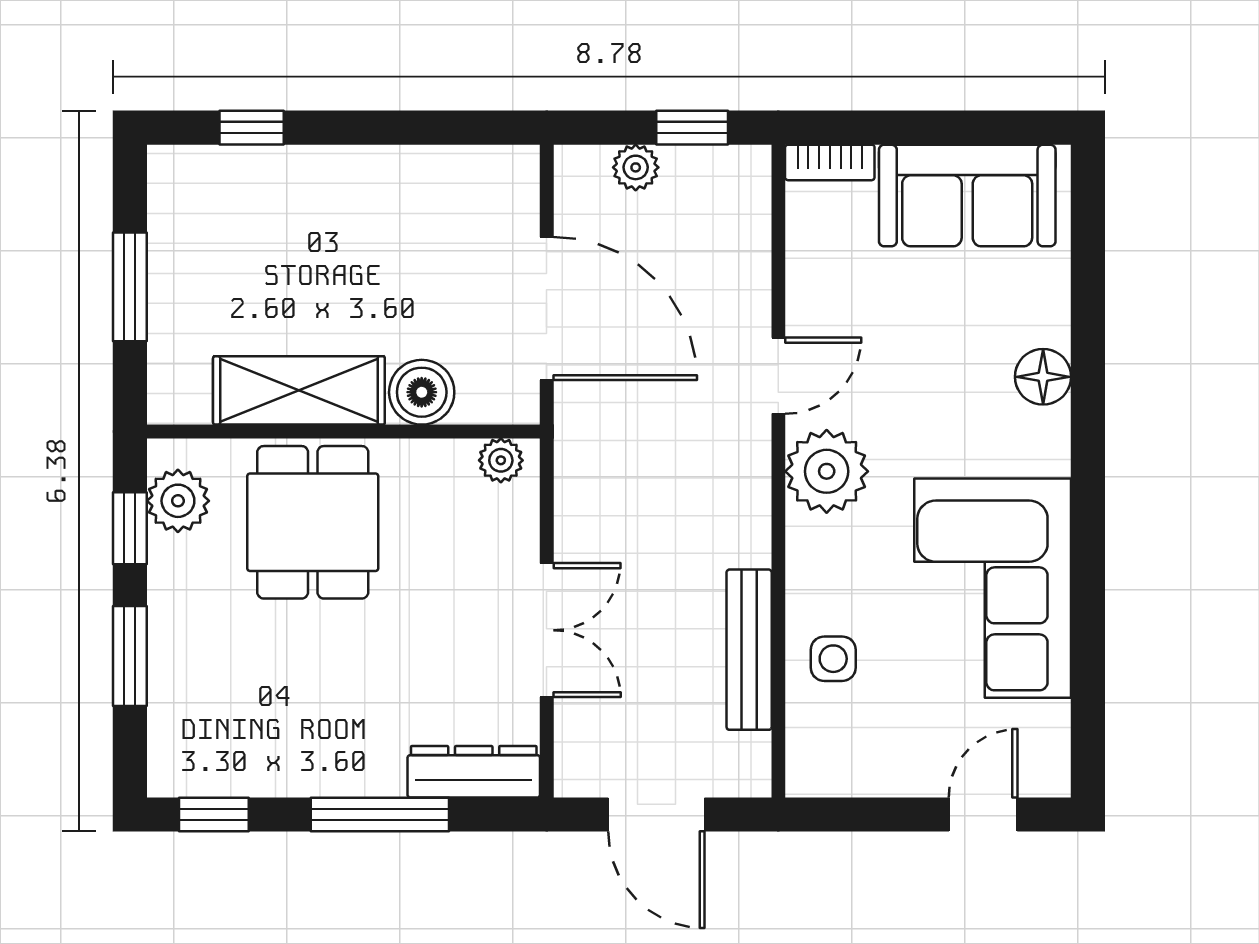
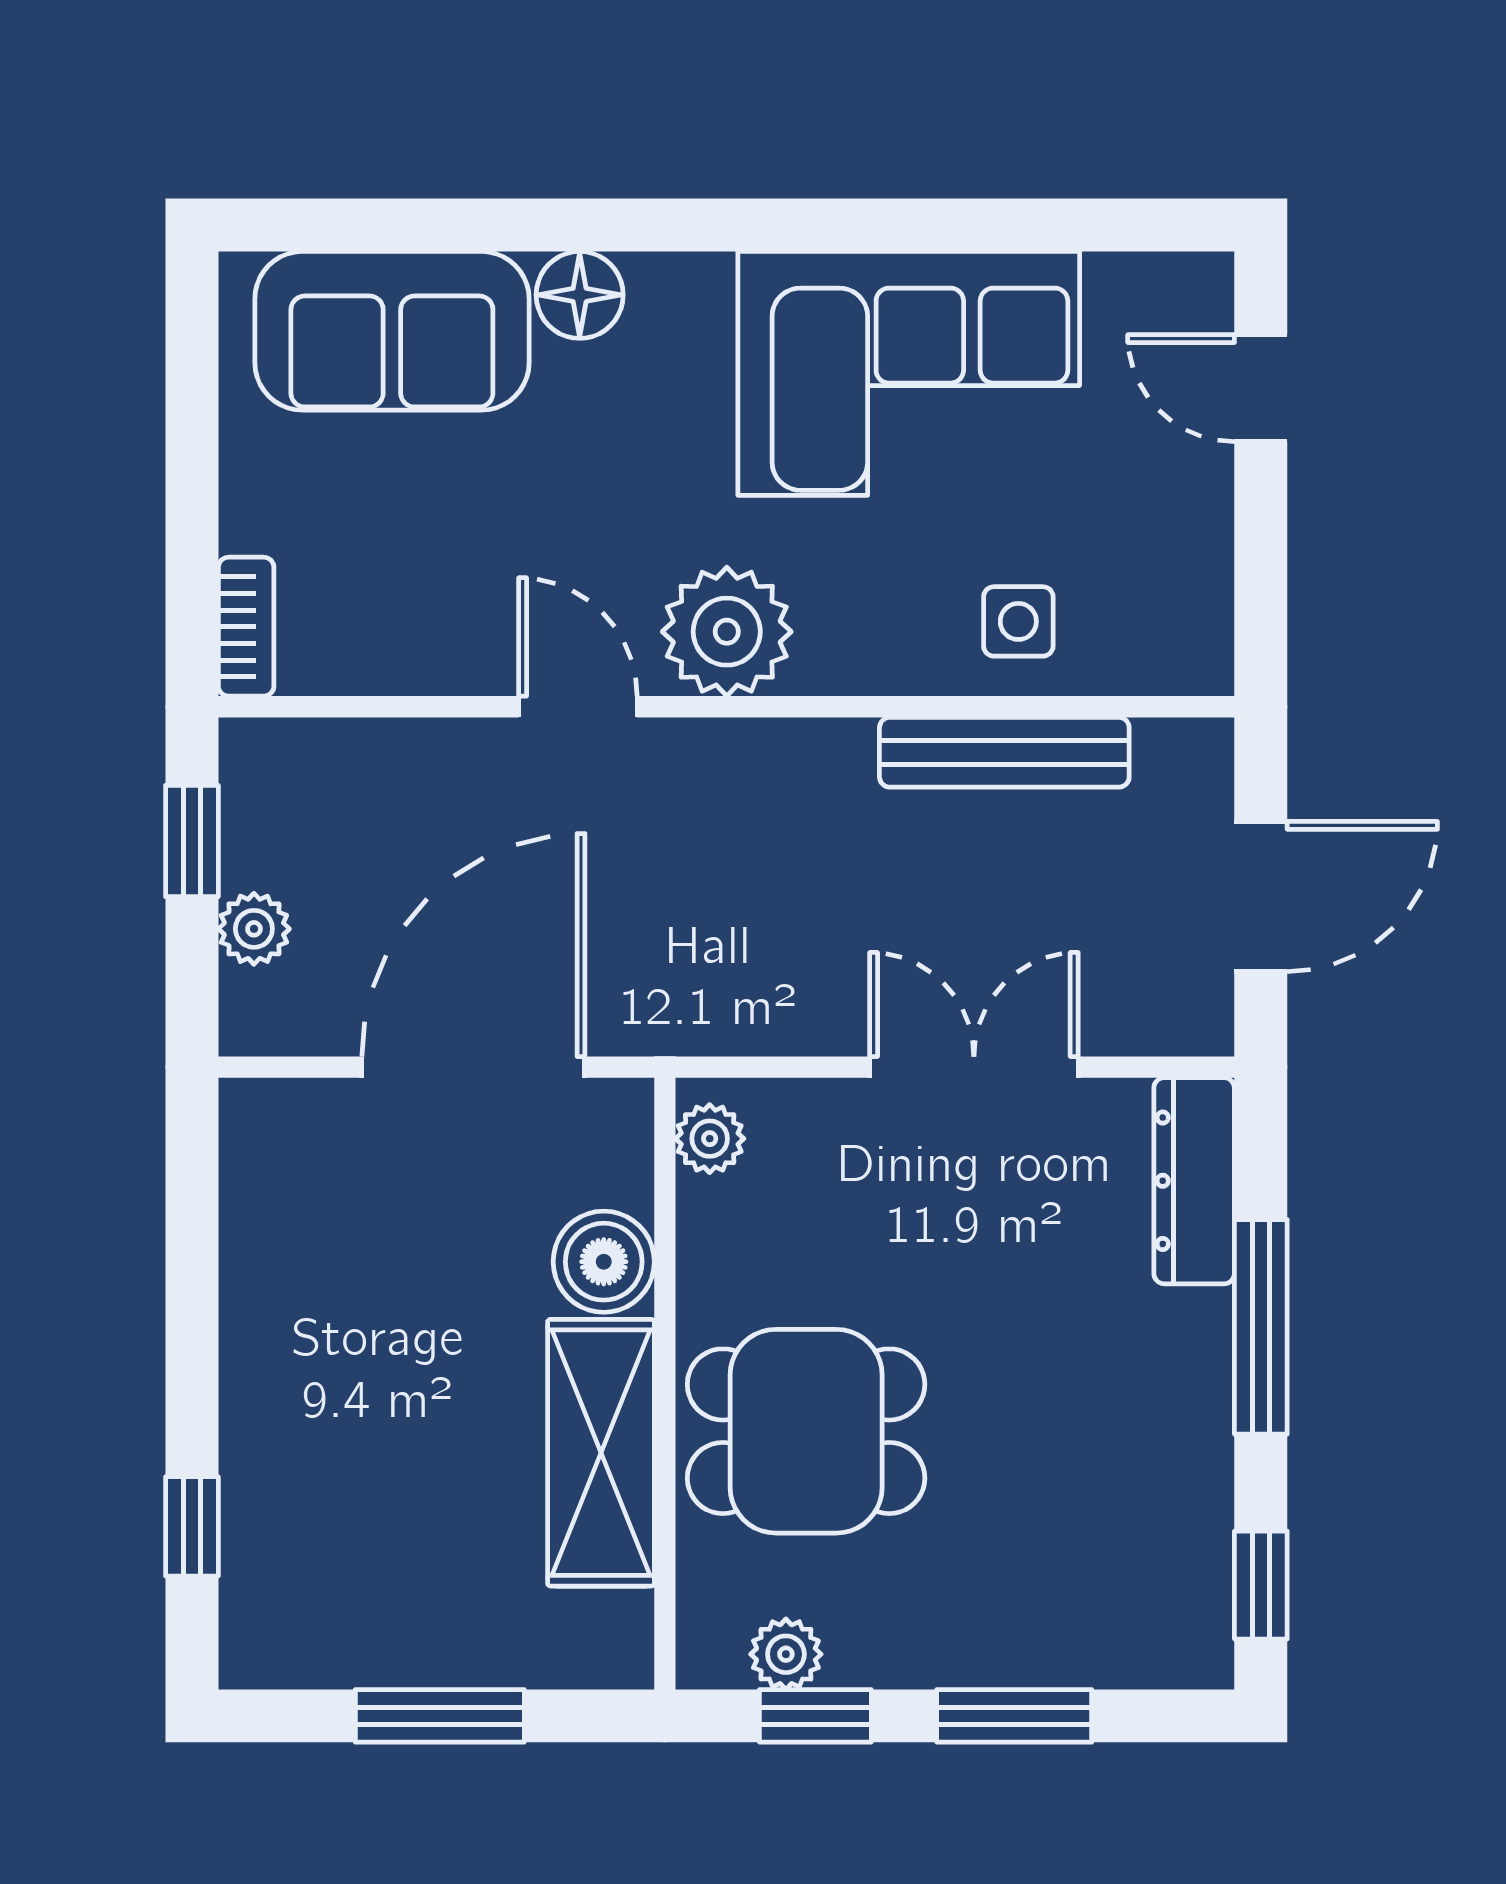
sofa: (967, 196) -> (392, 331), moved, turned 90
plant: (178, 501) -> (786, 1654), width x0.73, depth x0.73

